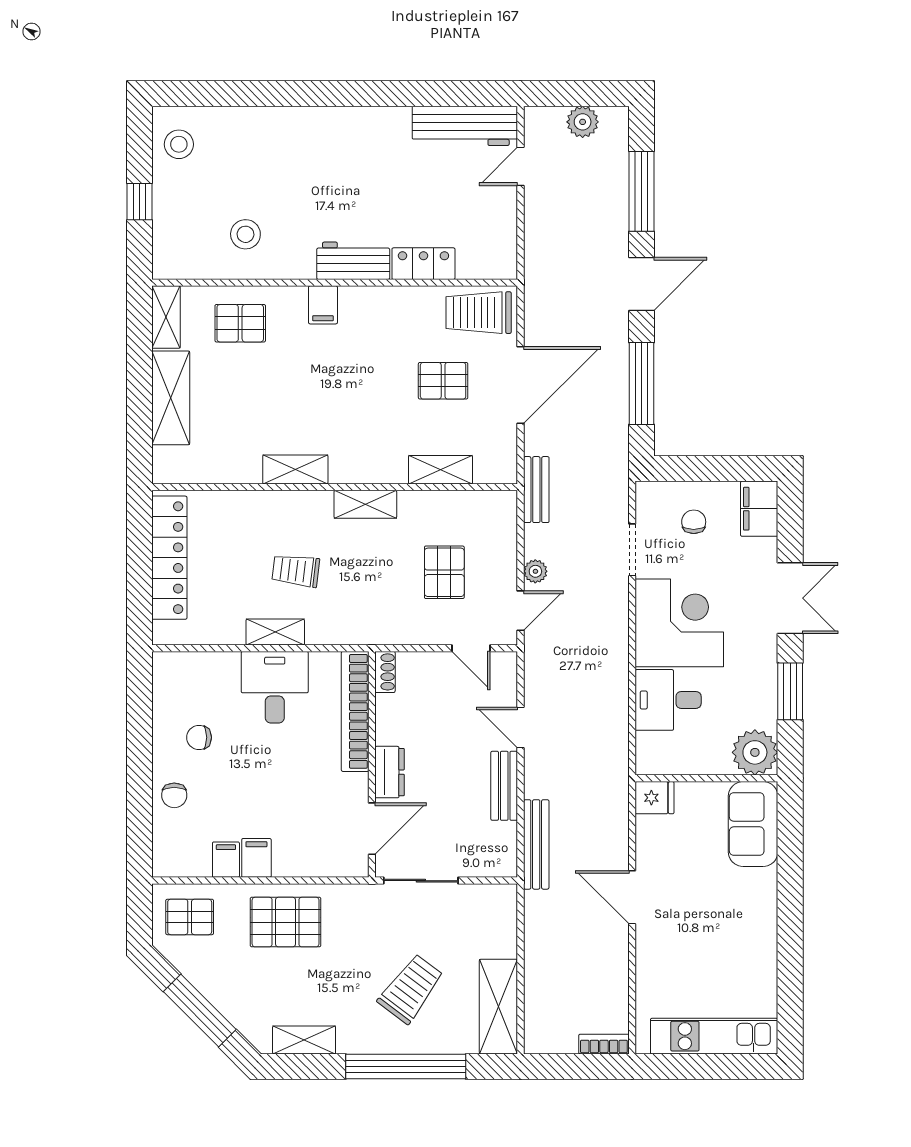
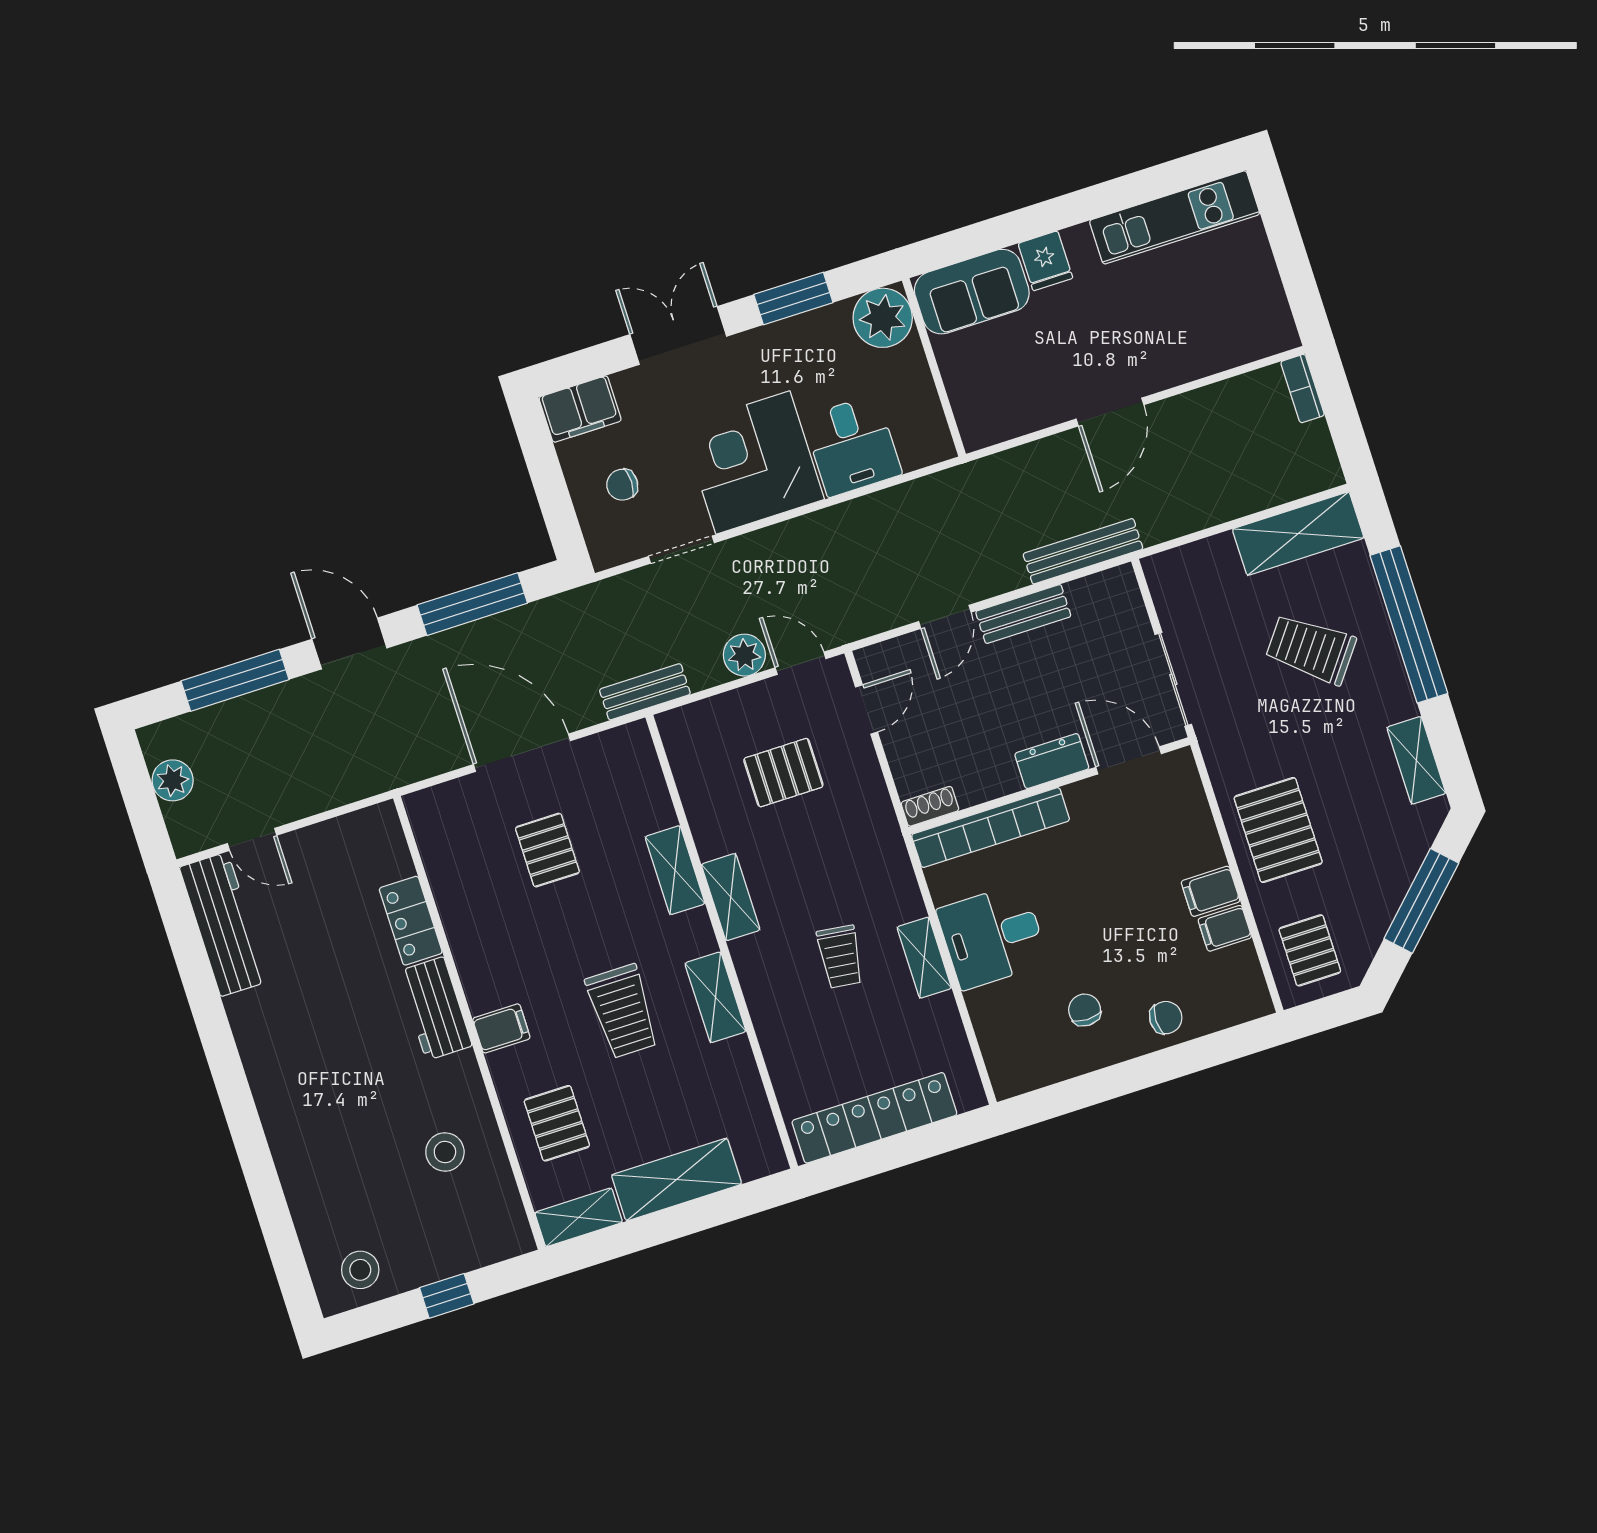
trolley: (479, 313) -> (622, 1011), moved
shelving: (440, 470) -> (675, 870), moved
plant: (535, 571) -> (744, 655), width x1.38, depth x1.38
chair: (199, 737) -> (1085, 1010), turned 180
fridge: (655, 798) -> (1045, 261), moved, turned 180
kitchen unit: (714, 1036) -> (1175, 217), moved, turned -90

